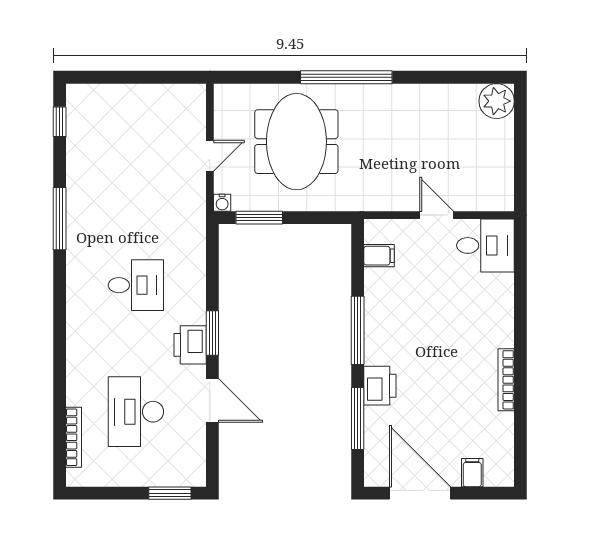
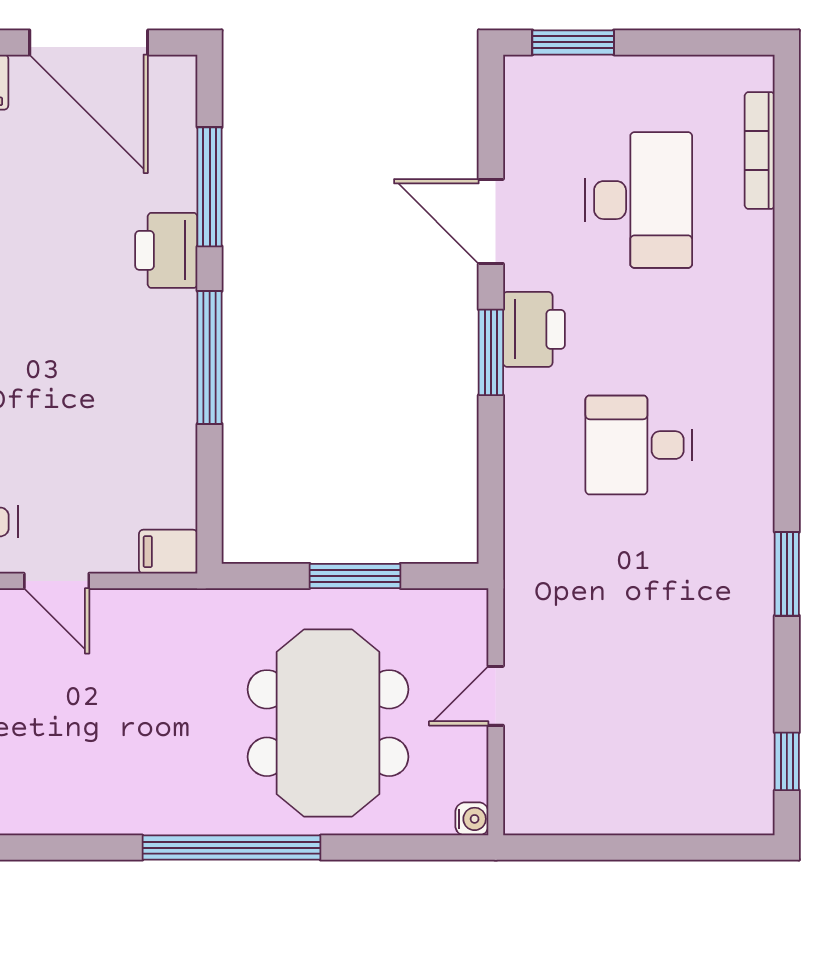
water cooler: (222, 203) -> (472, 819), moved, turned 90
window: (259, 218) -> (355, 576), moved
window: (60, 219) -> (787, 574), width x0.69
filing cabinet: (379, 256) -> (168, 552), moved

